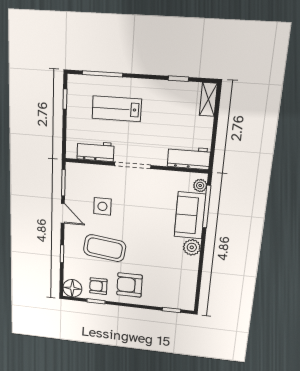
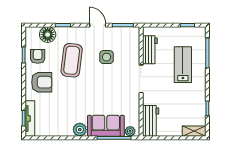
door: (63, 213) -> (98, 25), swing flipped
armchair: (129, 285) -> (42, 82), turned 90
floor lamp: (72, 288) -> (48, 35), moved
tv unit: (173, 303) -> (30, 118), added

